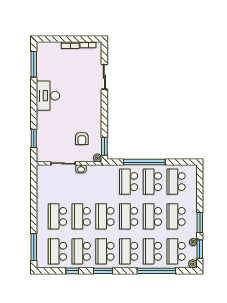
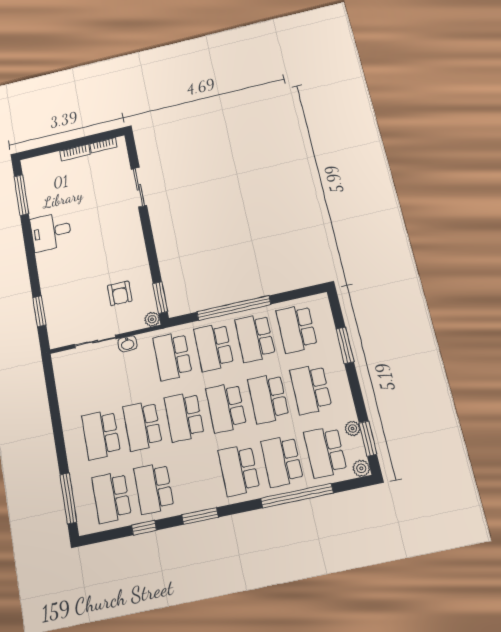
desk: (48, 96) -> (51, 232), width x0.73
window: (200, 223) -> (345, 345), moved
school desk: (105, 251) -> (172, 356), moved

